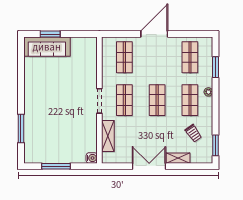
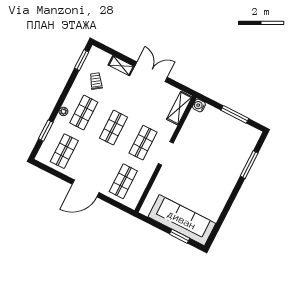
sofa: (47, 47) -> (182, 220), width x1.36, depth x1.27
shelving: (108, 136) -> (179, 108), moved
double door: (149, 166) -> (151, 72), swing flipped

